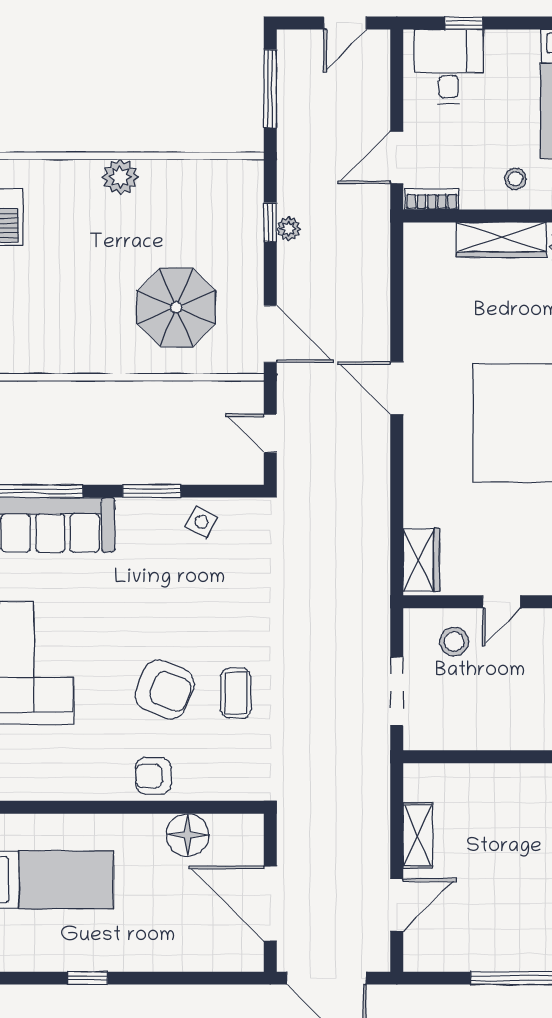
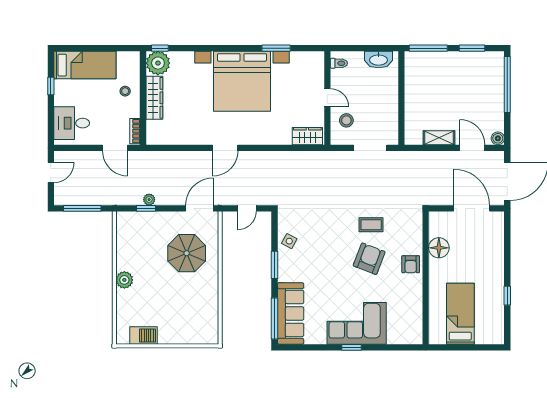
door: (345, 23) -> (51, 173), hinge flipped
window: (464, 23) -> (51, 86), moved
door: (270, 904) -> (472, 208), swing flipped
boiler: (417, 958) -> (498, 138), added

